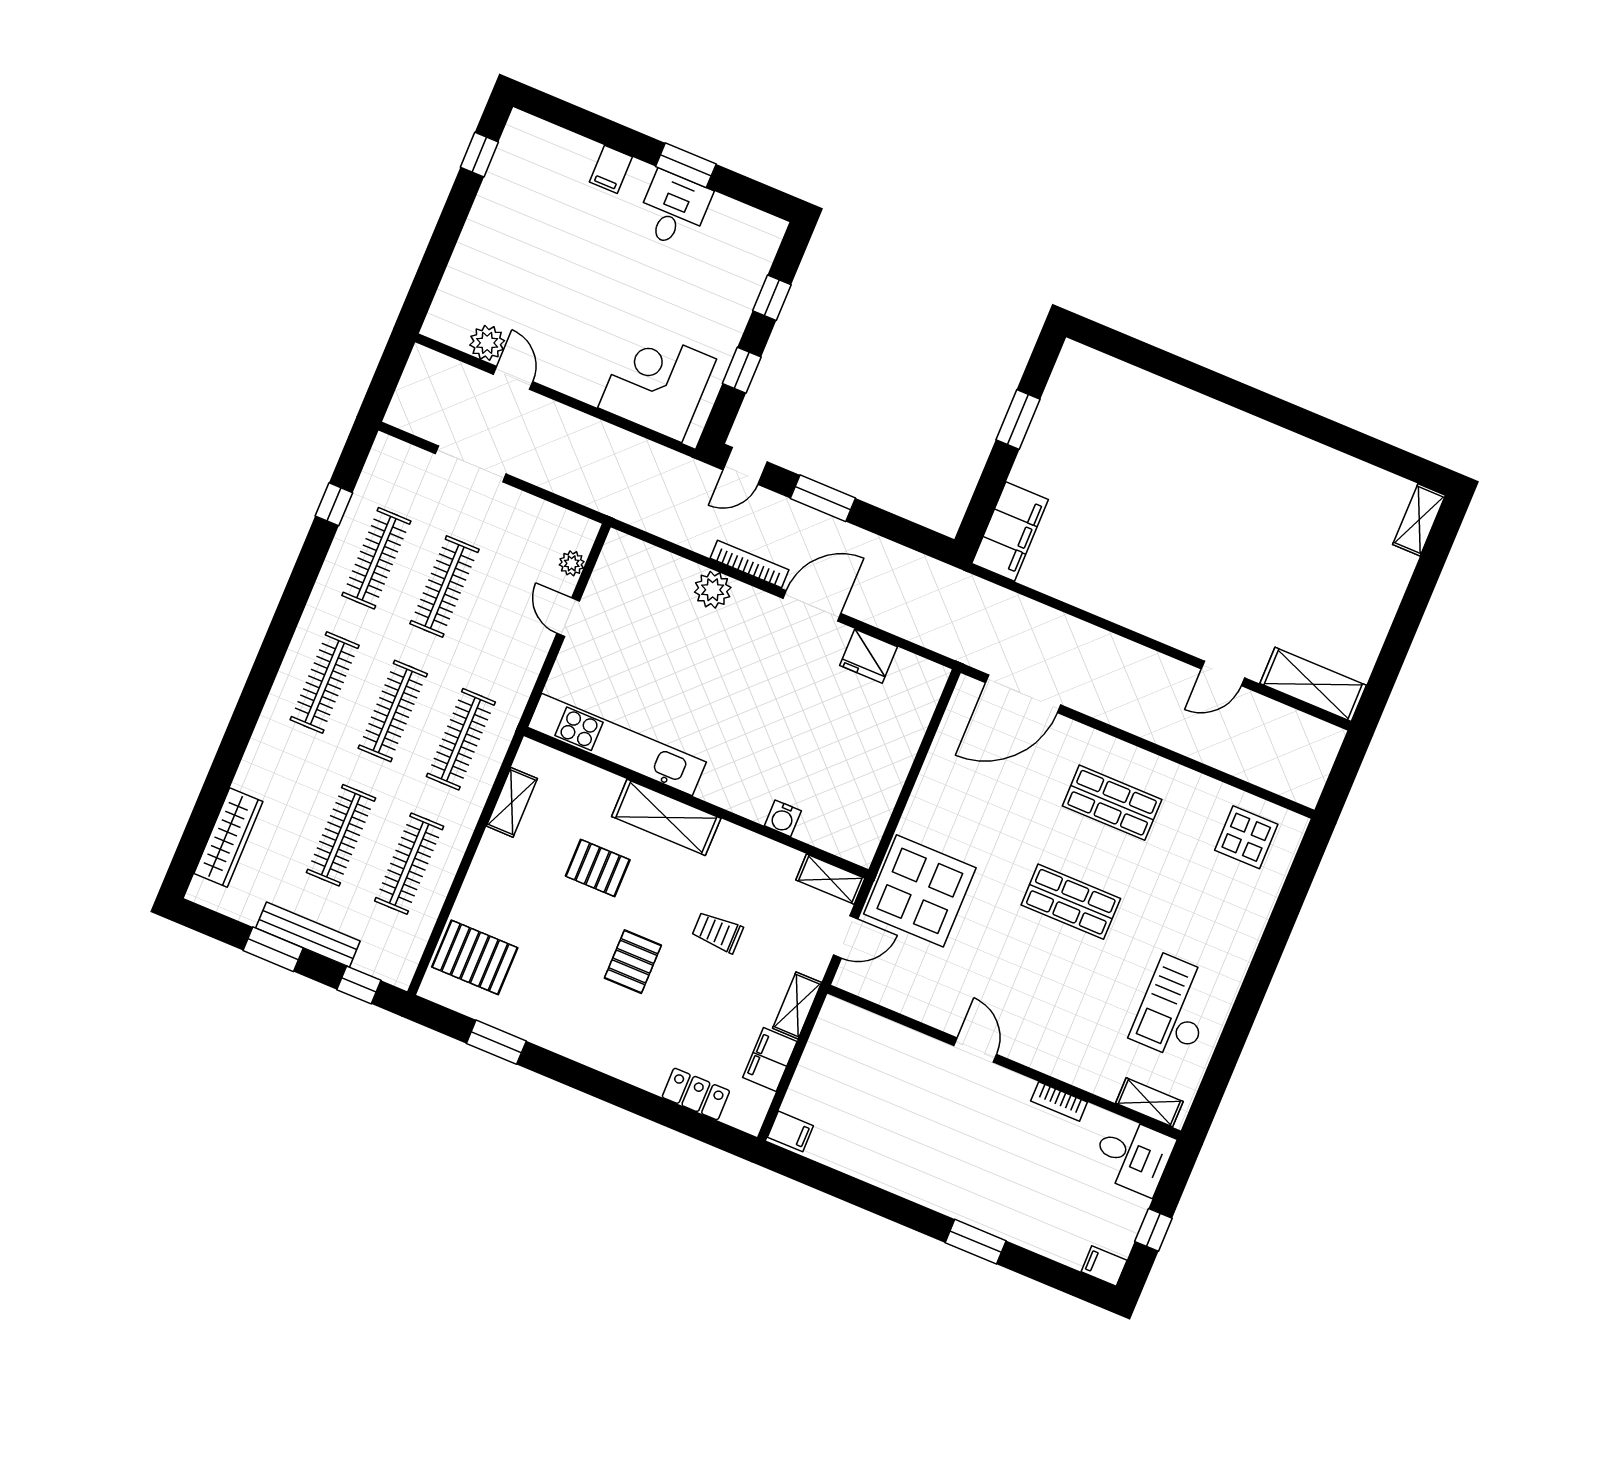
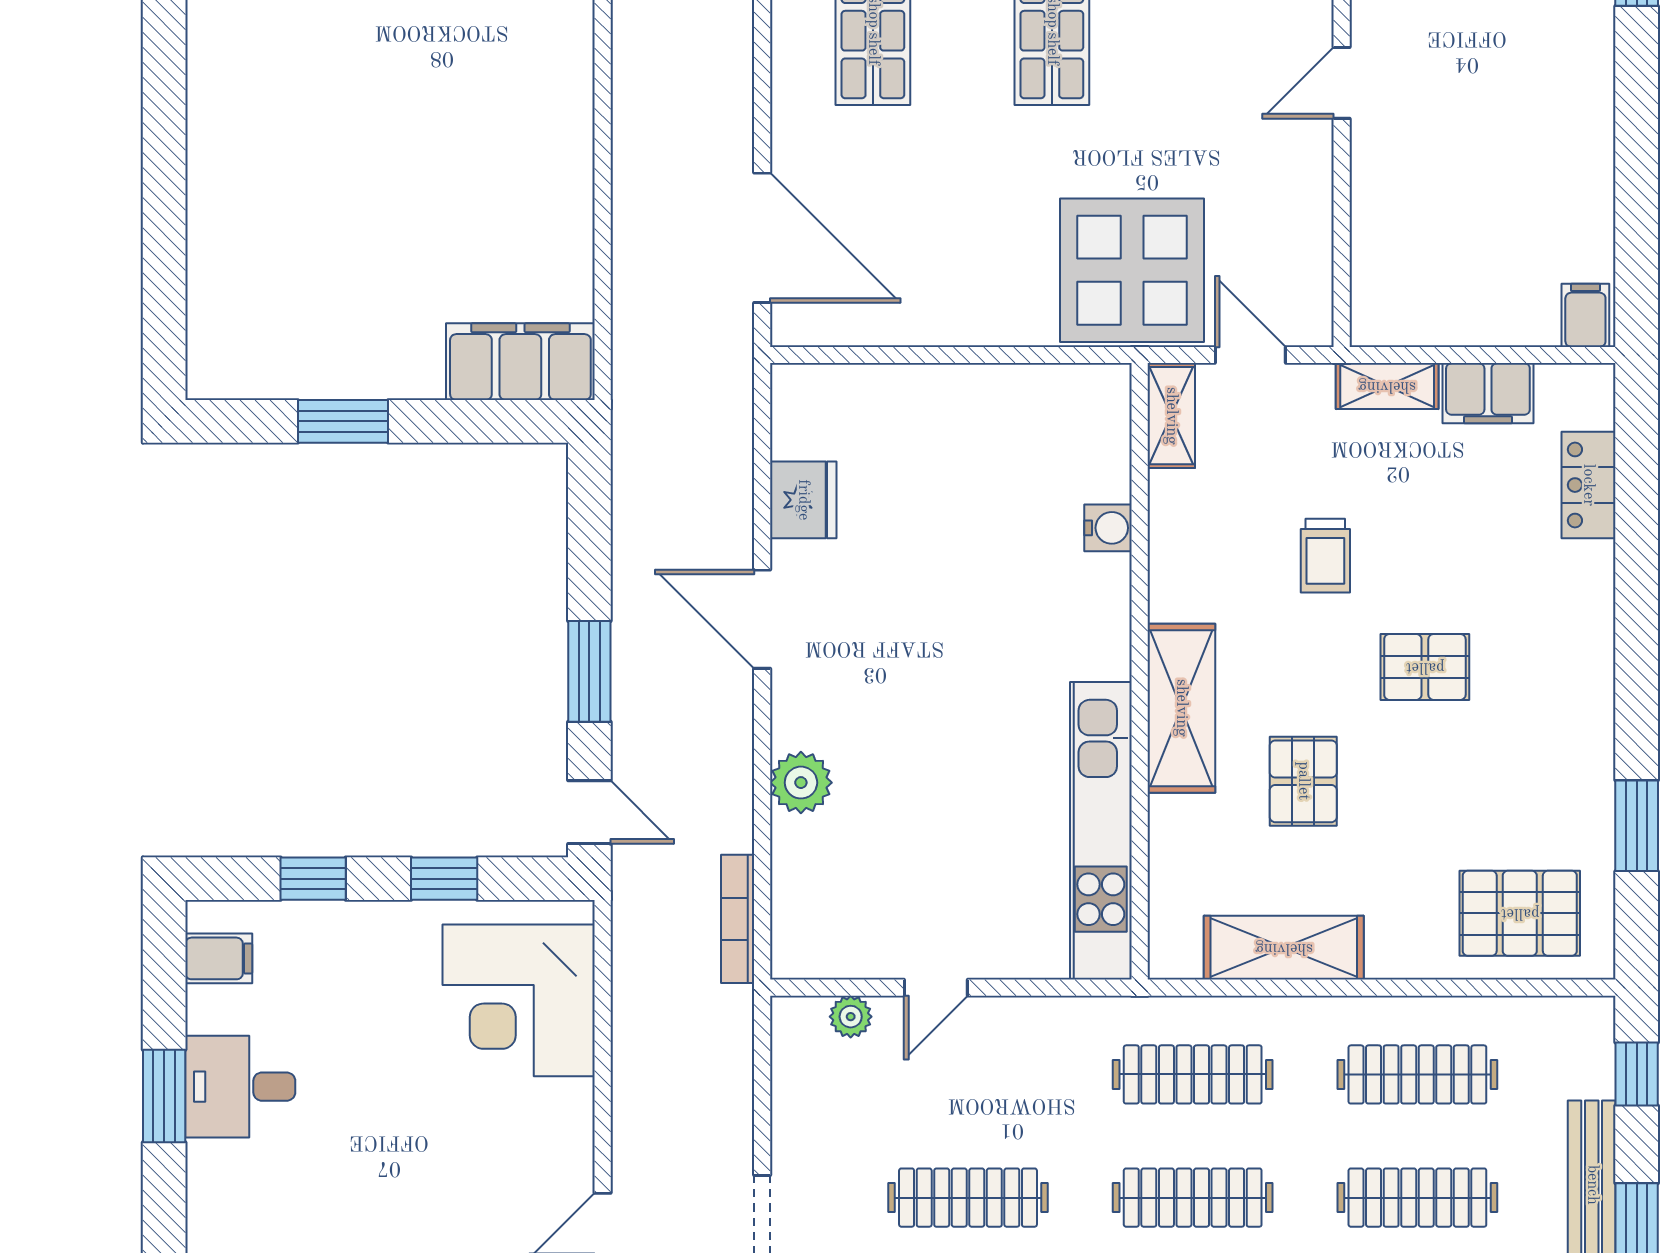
filing cabinet: (611, 169) -> (219, 958), moved
bookcase: (749, 564) -> (738, 919), moved
shelving: (512, 802) -> (1284, 948), width x1.50, depth x1.33
pallet: (475, 957) -> (1520, 913), turned 90

